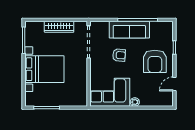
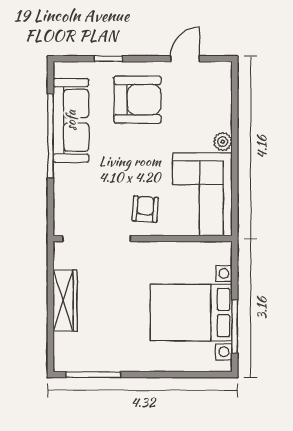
sofa: (129, 30) -> (71, 120), moved
armchair: (119, 55) -> (145, 209), moved
bed with nightstands: (44, 69) -> (191, 313), moved, turned -90
door: (174, 84) -> (185, 59), swing flipped

